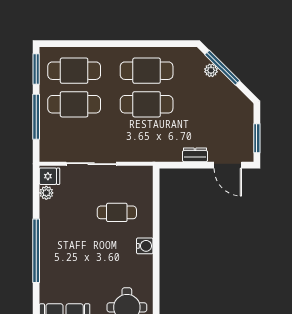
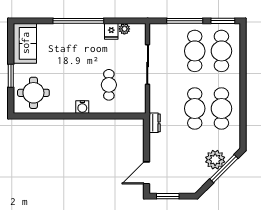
plant: (211, 70) -> (215, 160), width x1.87, depth x1.87
dresser: (195, 155) -> (155, 123), moved
fridge: (50, 176) -> (111, 31), moved

